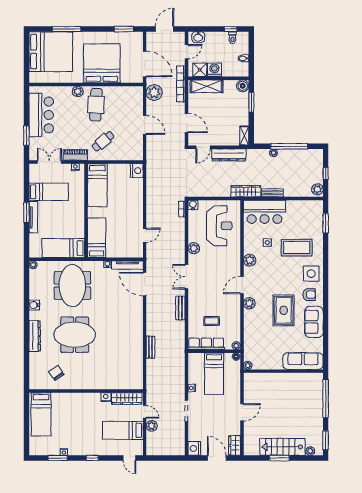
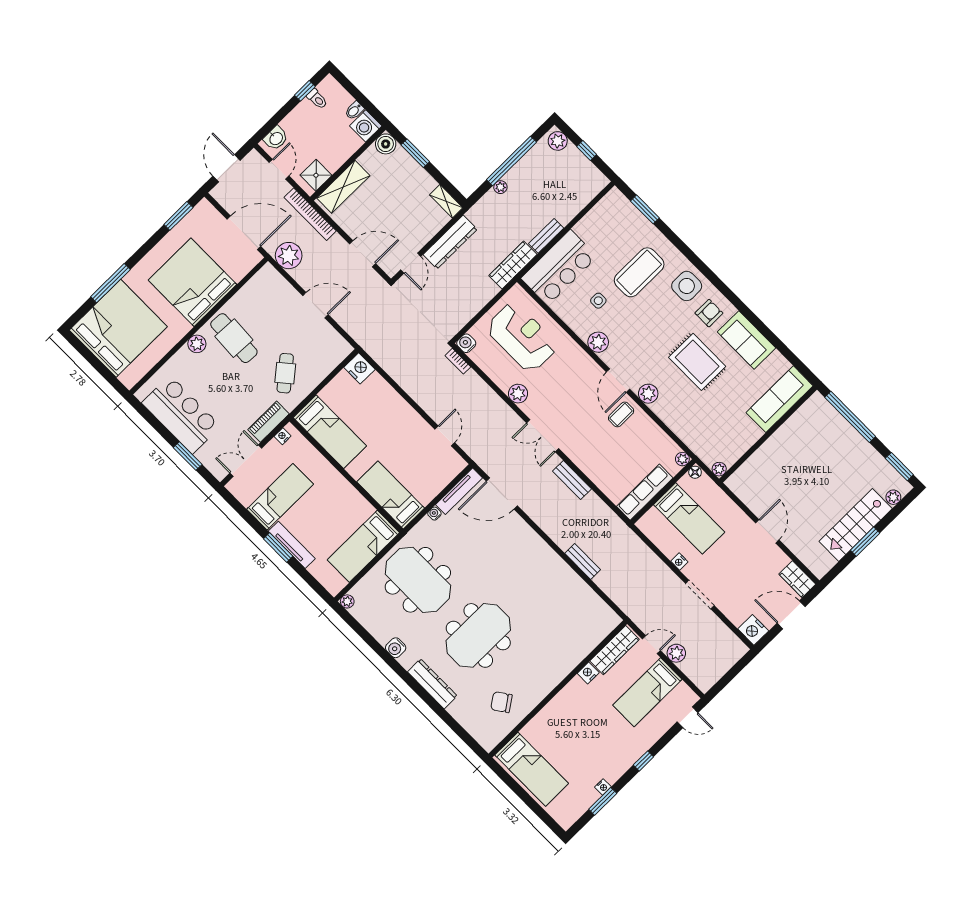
washing machine: (214, 70) -> (366, 126), moved, turned -90
plant: (317, 189) -> (558, 141), moved
coffee table: (212, 321) -> (621, 414), moved

